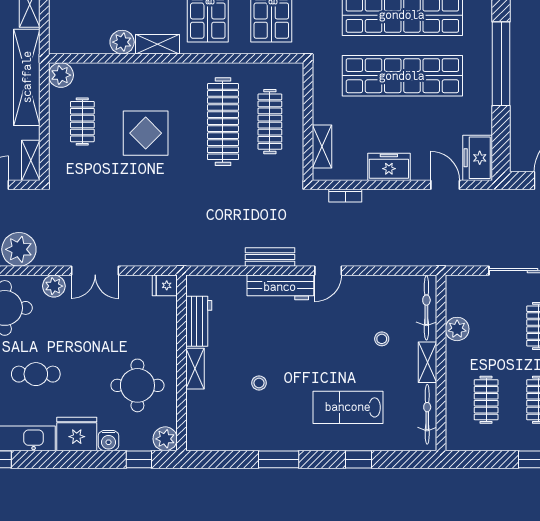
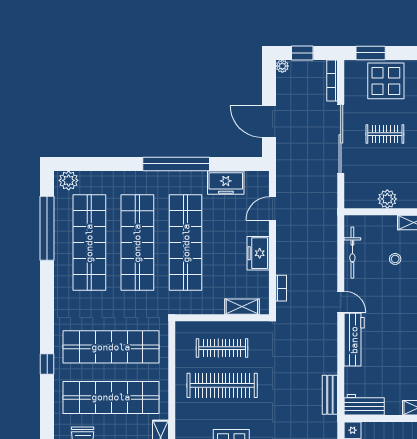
freezer: (478, 158) -> (226, 183), moved
bench: (270, 257) -> (330, 395), moved
bicycle: (426, 308) -> (352, 253), moved, turned -90
workbench: (199, 321) -> (364, 405), moved

